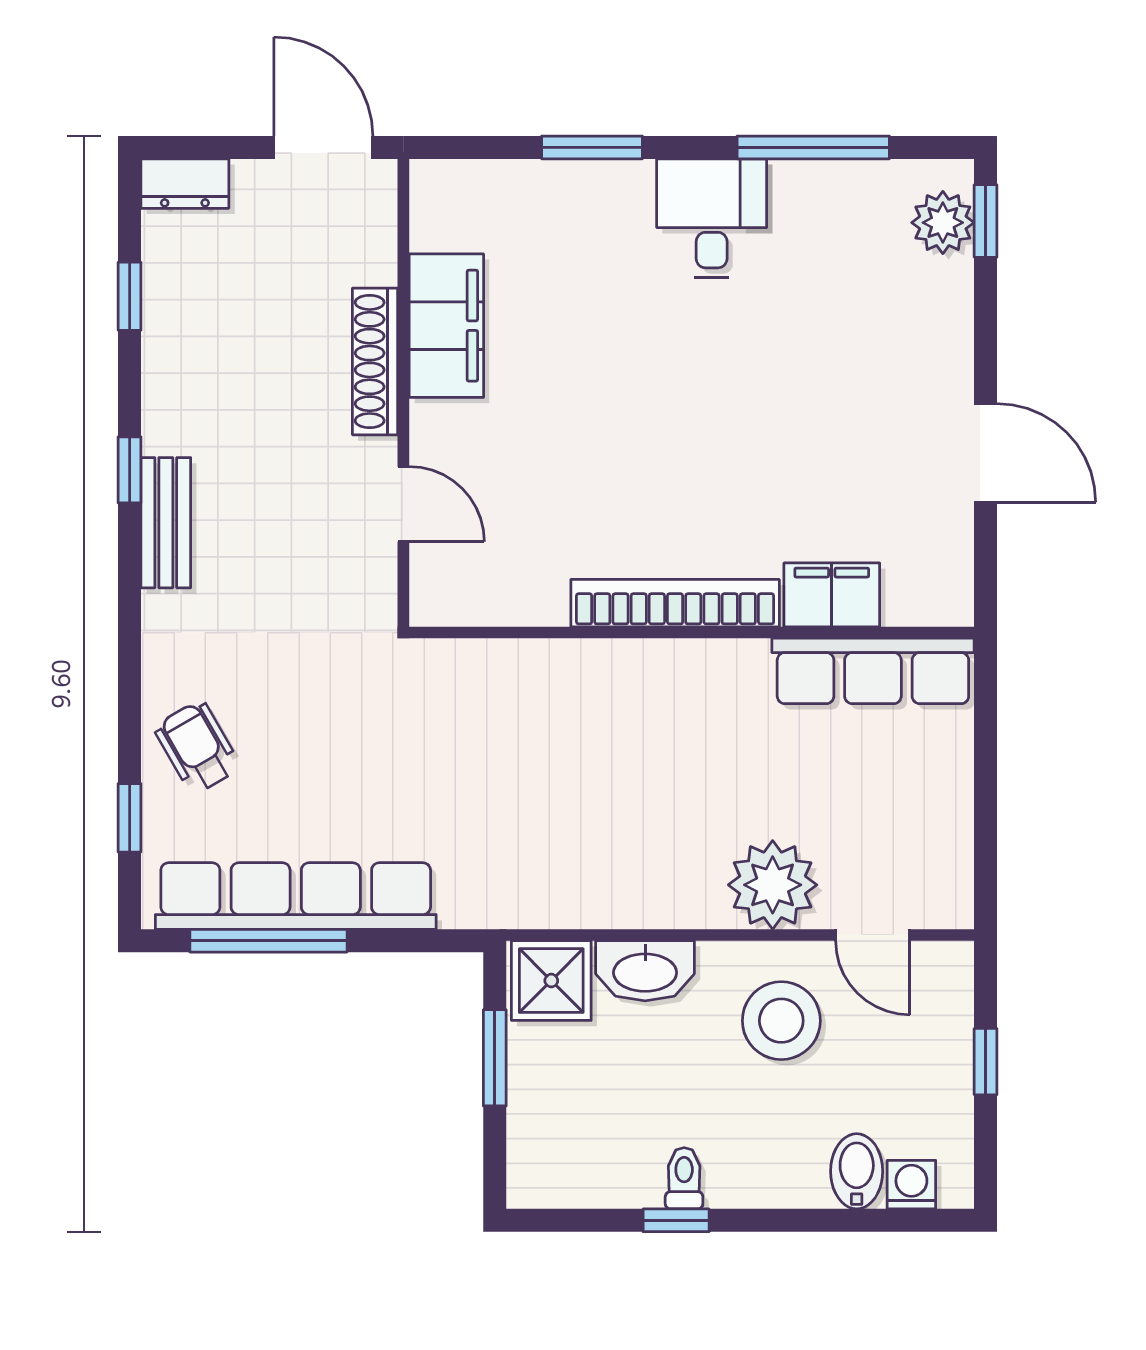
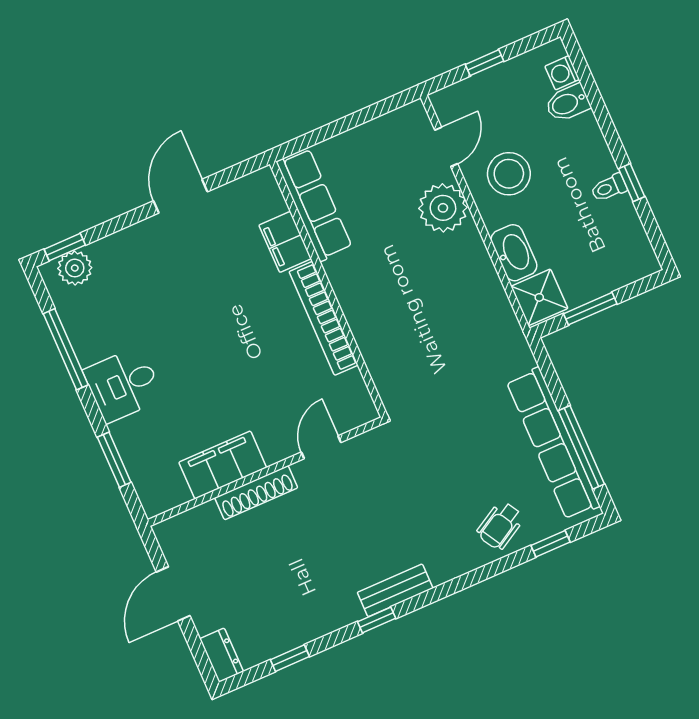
filing cabinet: (446, 326) -> (223, 465), moved
shoe rack: (375, 361) -> (256, 493), moved
wall: (403, 393) -> (266, 472), moved
door: (403, 504) -> (321, 447), moved

